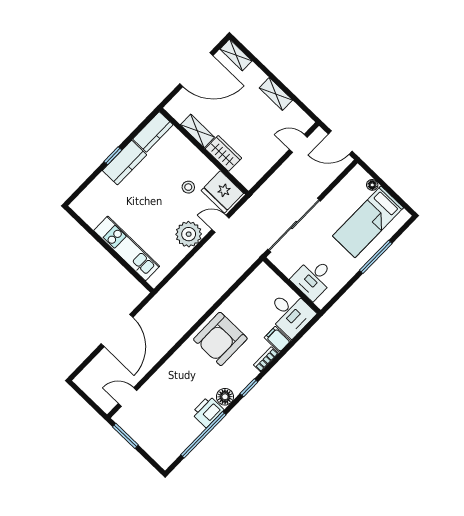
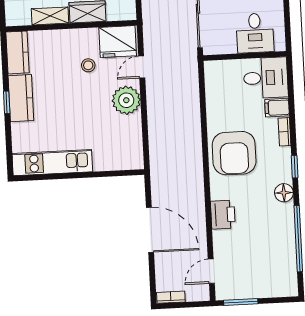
kitchen unit: (127, 248) -> (52, 163), moved
bookcase: (85, 386) -> (171, 297), added
printer: (208, 411) -> (223, 215), moved, turned 180

